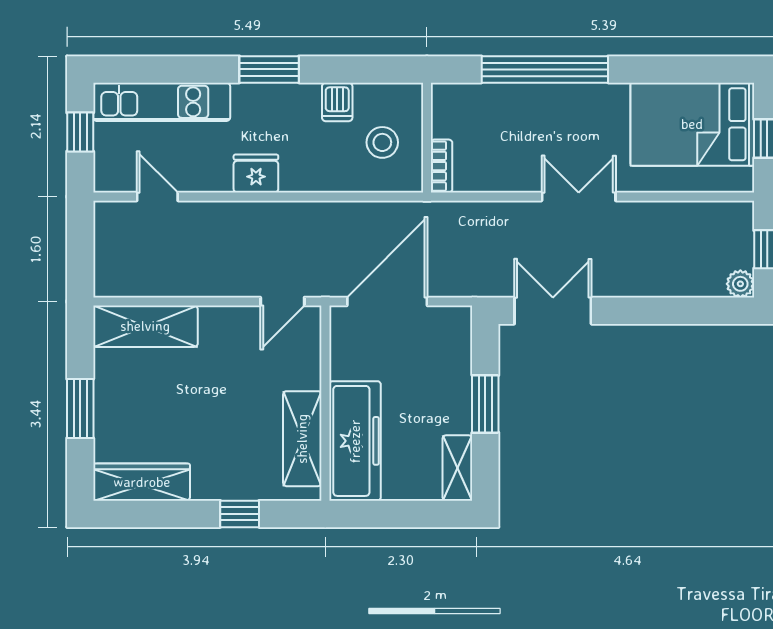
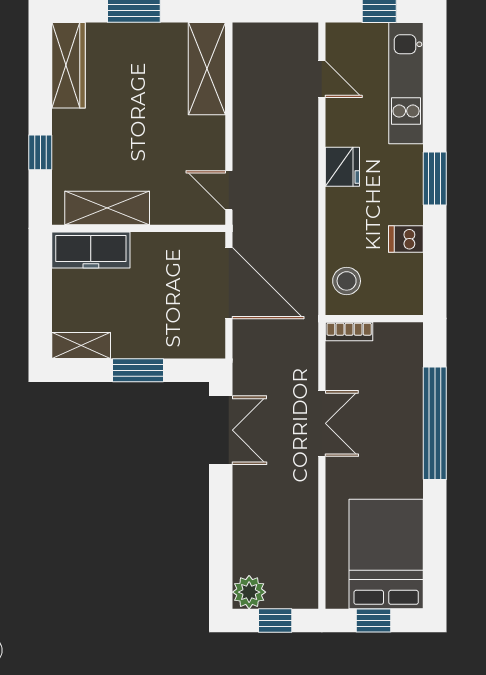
stool: (382, 142) -> (347, 281), moved
door: (157, 197) -> (322, 79), hinge flipped
double door: (579, 197) -> (322, 423), moved
plant: (740, 284) -> (249, 592), width x1.38, depth x1.38
freezer: (355, 441) -> (91, 250), width x0.73, depth x0.79

